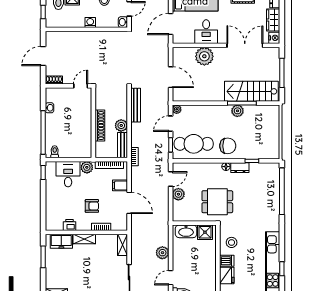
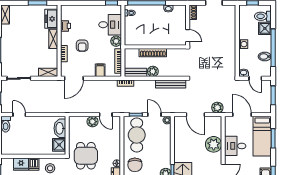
door: (171, 77) -> (195, 115), hinge flipped
door: (129, 203) -> (74, 78), moved
plant: (162, 253) -> (217, 108), moved

